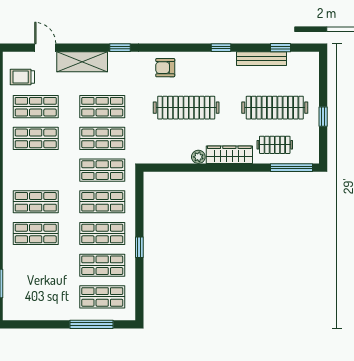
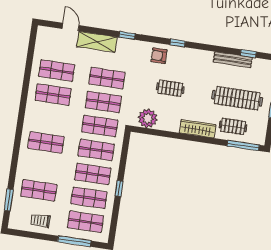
window: (221, 48) -> (178, 43), moved
trolley: (22, 77) -> (40, 221), moved
clothes rail: (186, 108) -> (170, 88), width x0.54, depth x0.76
plant: (198, 157) -> (148, 118), moved, width x1.88, depth x1.88
shop shelf: (36, 234) -> (39, 190), moved

